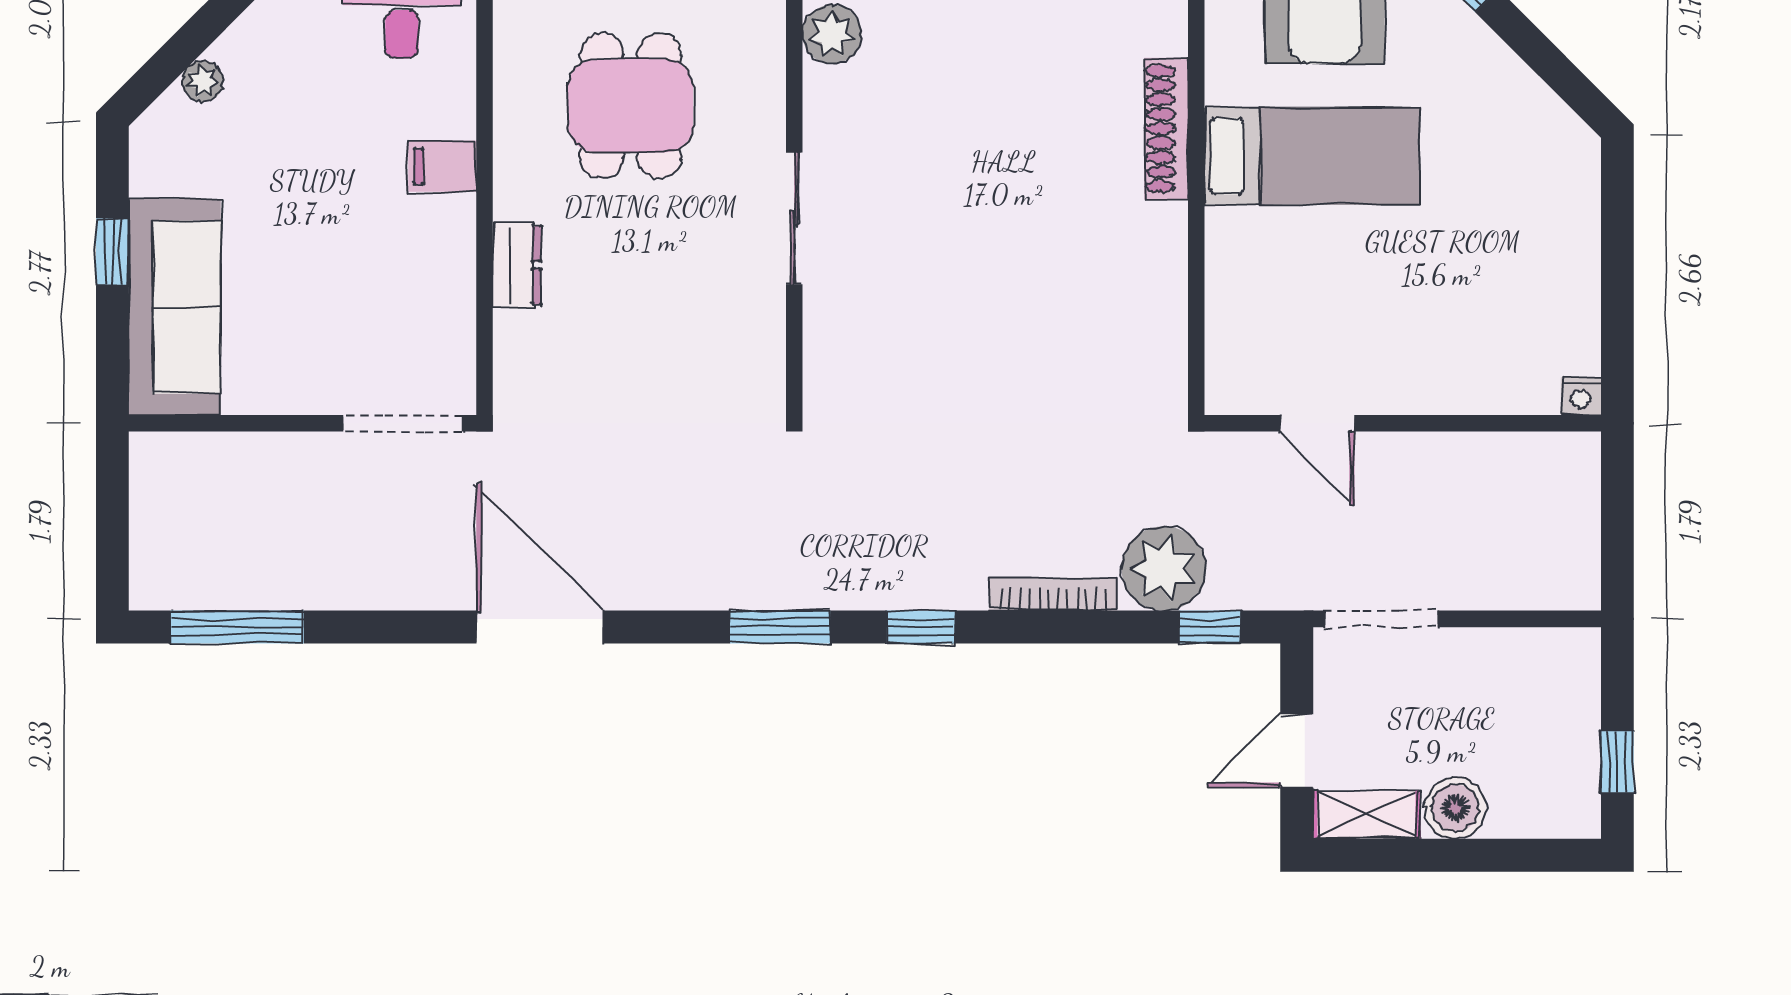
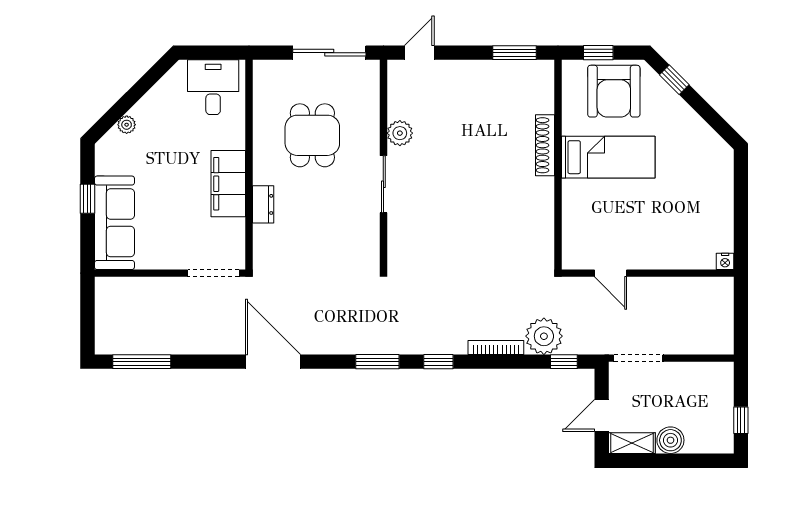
plant: (832, 34) -> (400, 133), moved
filing cabinet: (442, 166) -> (228, 184), width x3.00, depth x1.17

